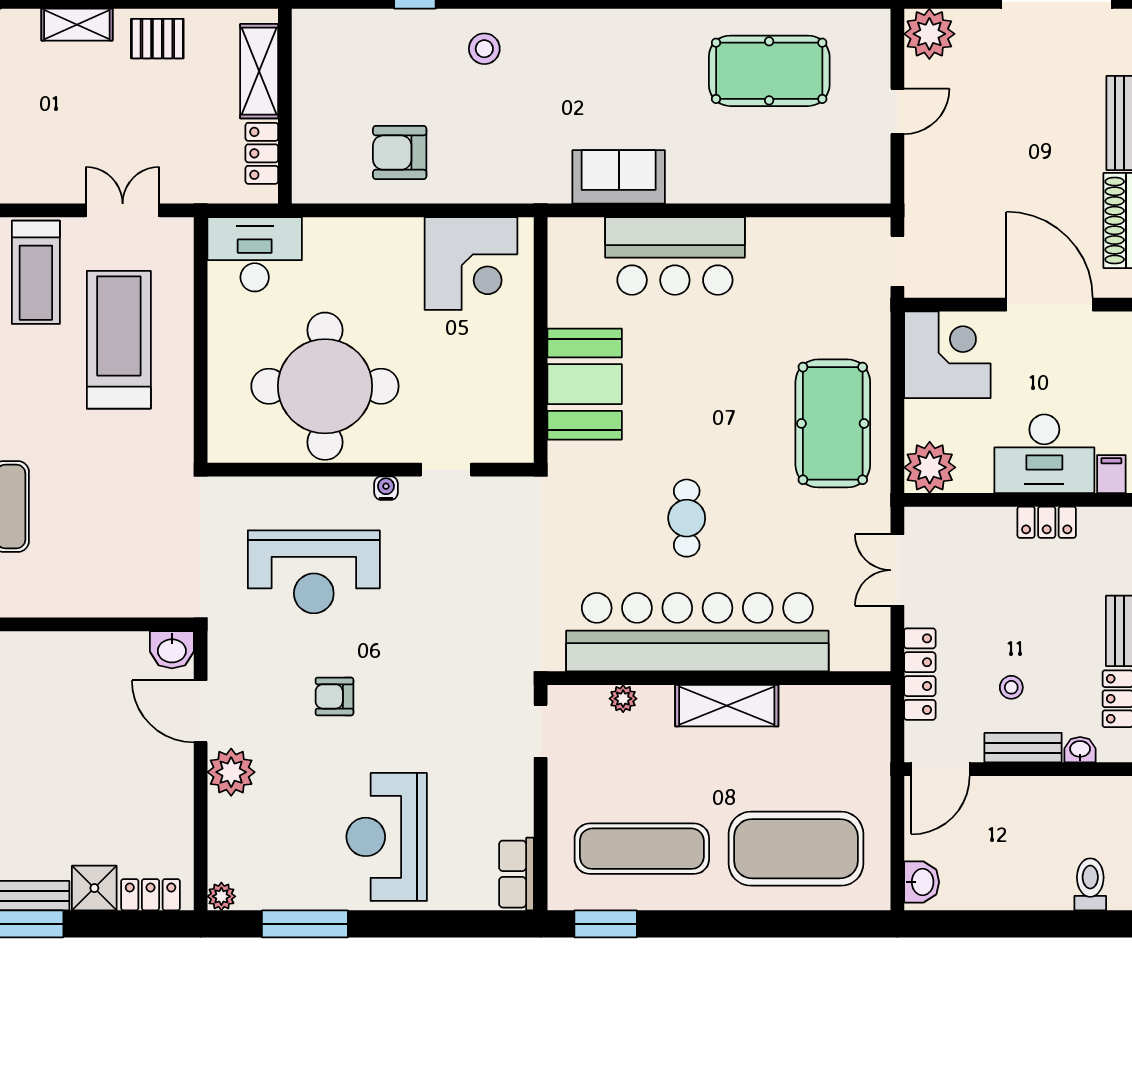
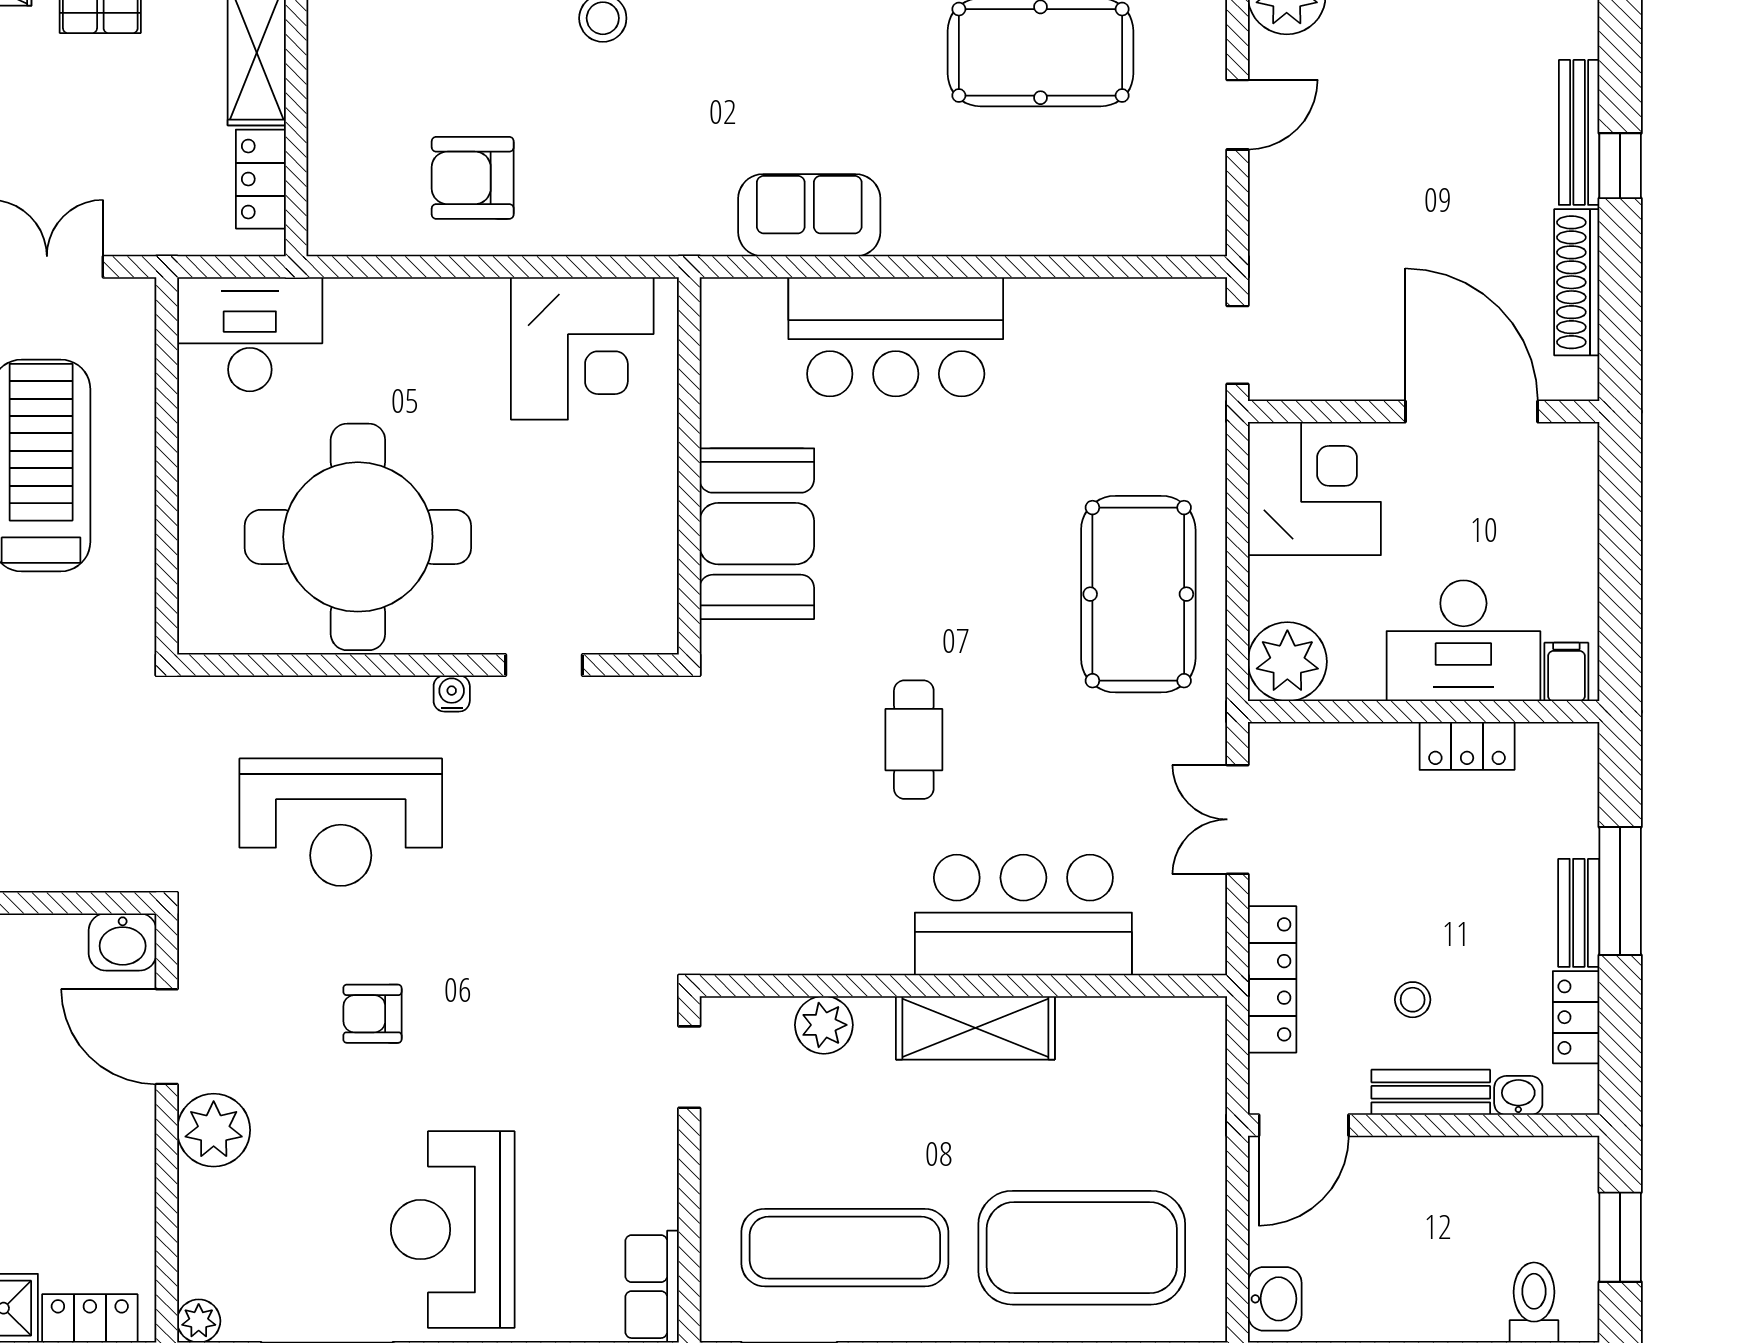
bar counter: (697, 632) -> (1023, 915), width x0.54
plant: (623, 699) -> (824, 1025), width x1.38, depth x1.38

